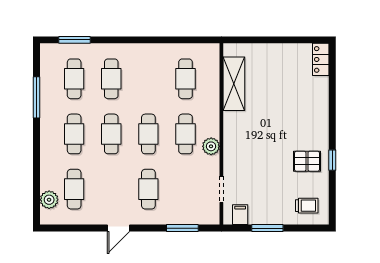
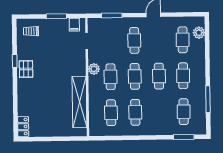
cafe table: (111, 79) -> (135, 112), moved
shelving: (234, 84) -> (79, 102), width x1.47
pallet: (307, 161) -> (26, 69), moved, turned 90

